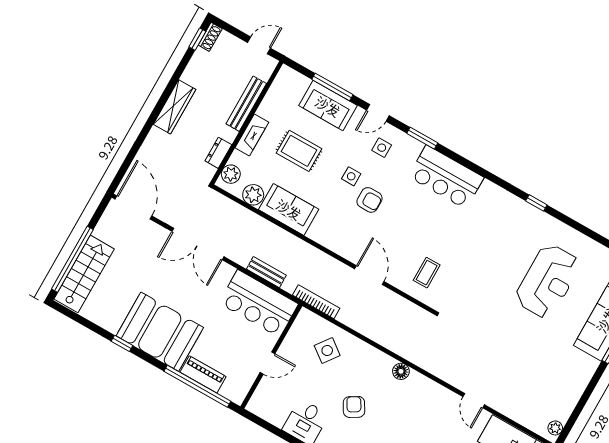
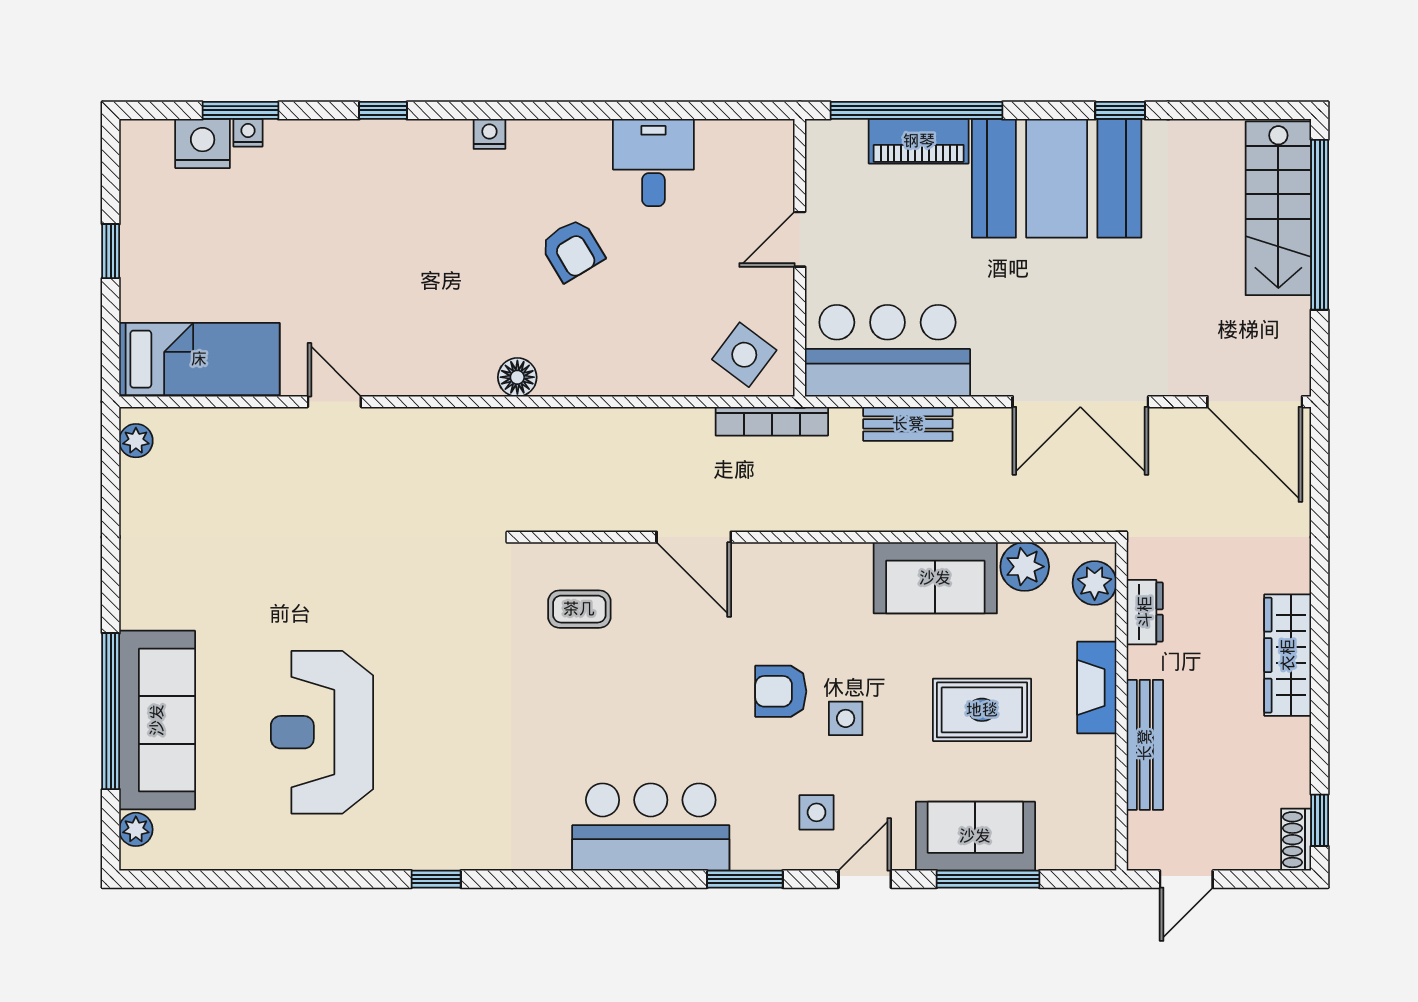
double door: (198, 244) -> (1080, 402), swing flipped
coffee table: (427, 273) -> (579, 609), turned 90
side table: (327, 351) -> (744, 355), moved

